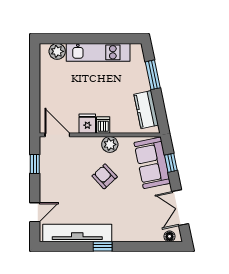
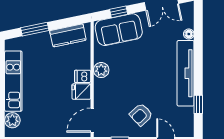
armchair: (105, 176) -> (141, 115), moved
tv unit: (77, 233) -> (186, 73), moved
floor lamp: (170, 236) -> (189, 34), moved
window: (103, 246) -> (198, 104), moved

